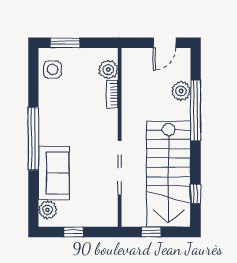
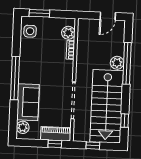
plant: (181, 91) -> (117, 63), moved
piano: (96, 217) -> (56, 134), added
window: (74, 232) -> (55, 144), moved

